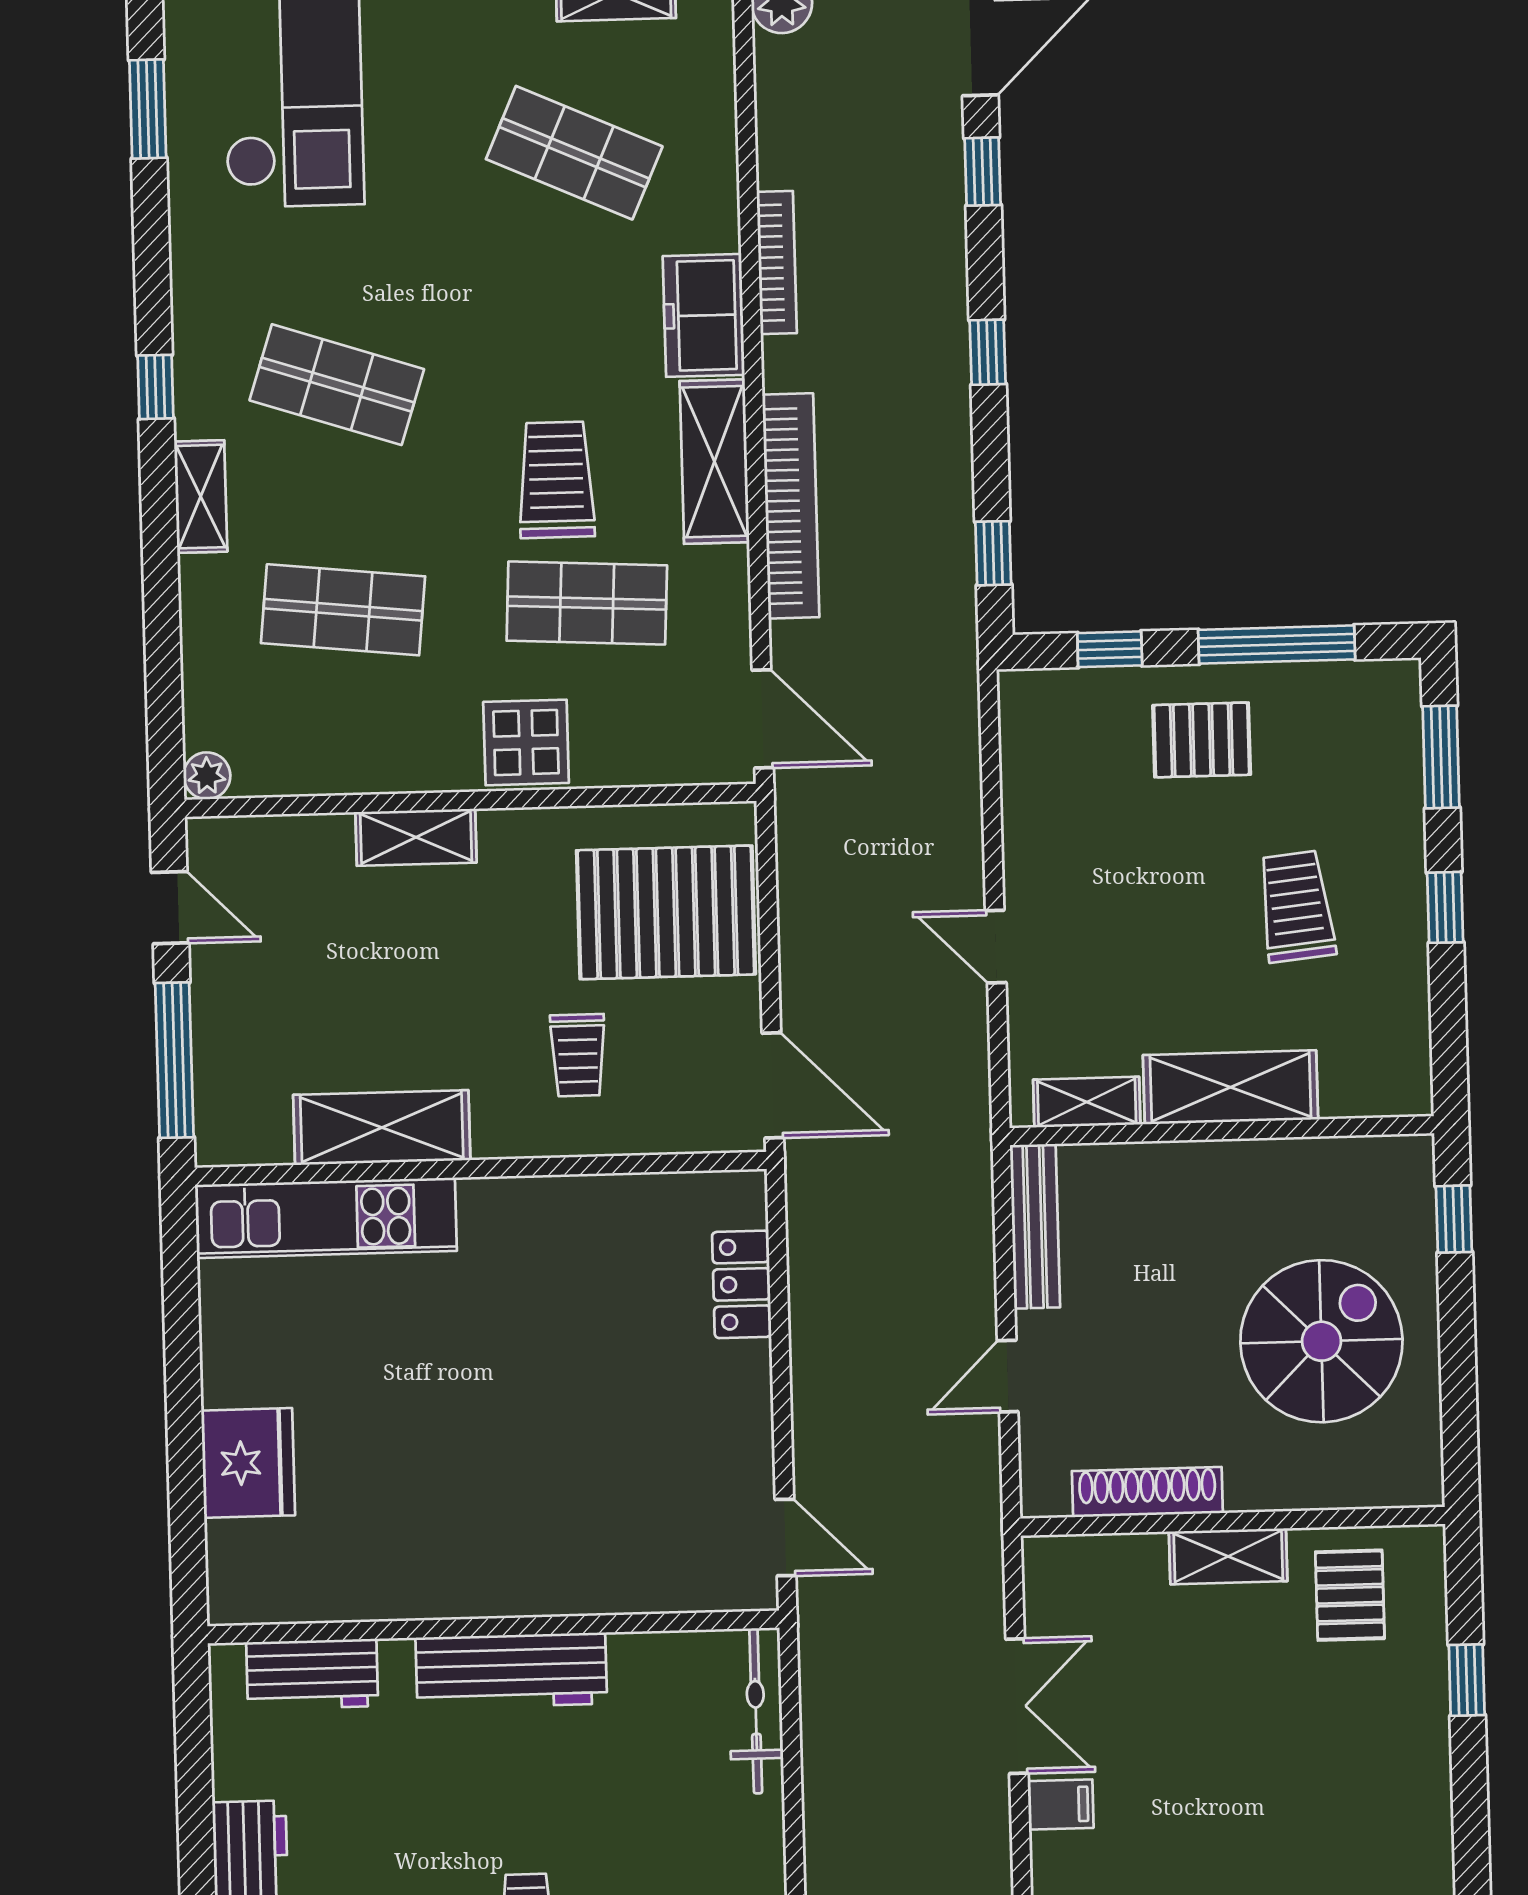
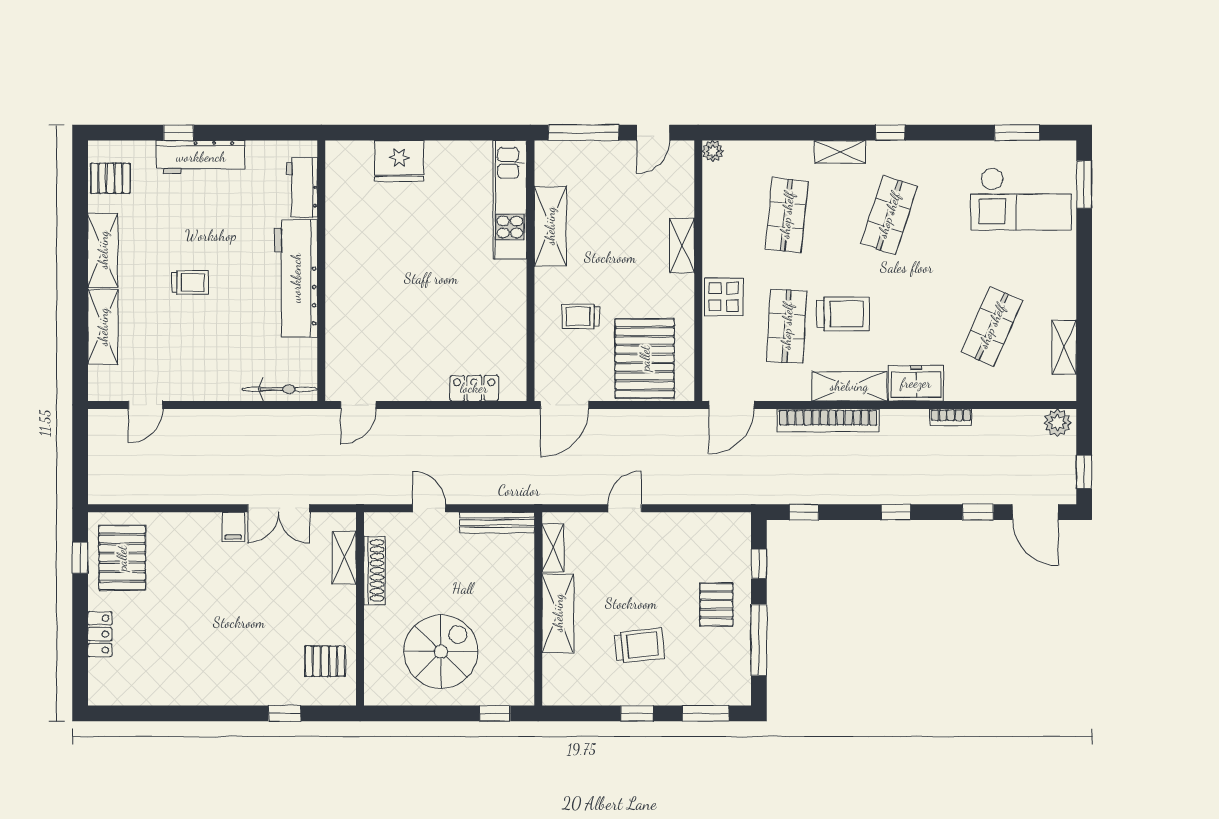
bookcase: (777, 263) -> (951, 417), width x0.64
spiral stairs: (1321, 1341) -> (441, 652), turned -90
shelving: (1228, 1556) -> (344, 558), moved
workbench: (511, 1671) -> (296, 278), width x1.36, depth x1.32

